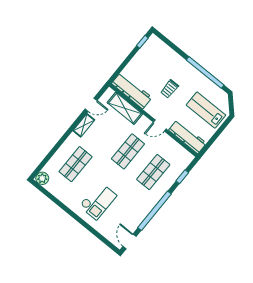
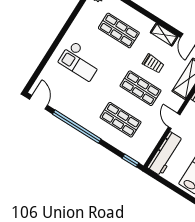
trolley: (108, 138) -> (153, 64), added
window: (182, 177) -> (130, 160), moved
door: (129, 241) -> (39, 102), hinge flipped

